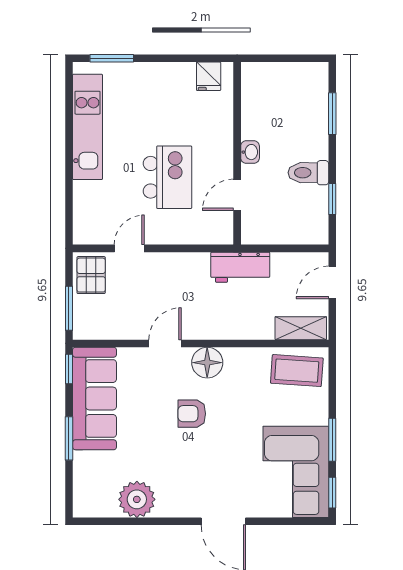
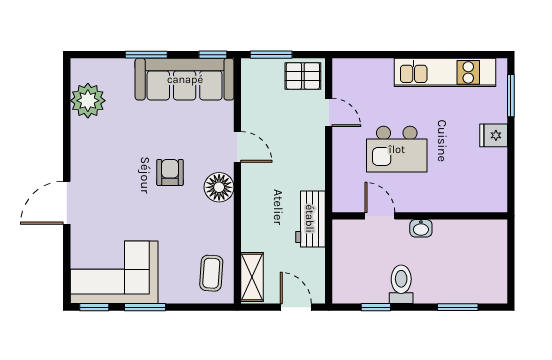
fridge: (209, 76) -> (494, 135), moved
coffee table: (297, 371) -> (211, 273), width x0.73, depth x0.77
plant: (137, 499) -> (88, 101), moved

